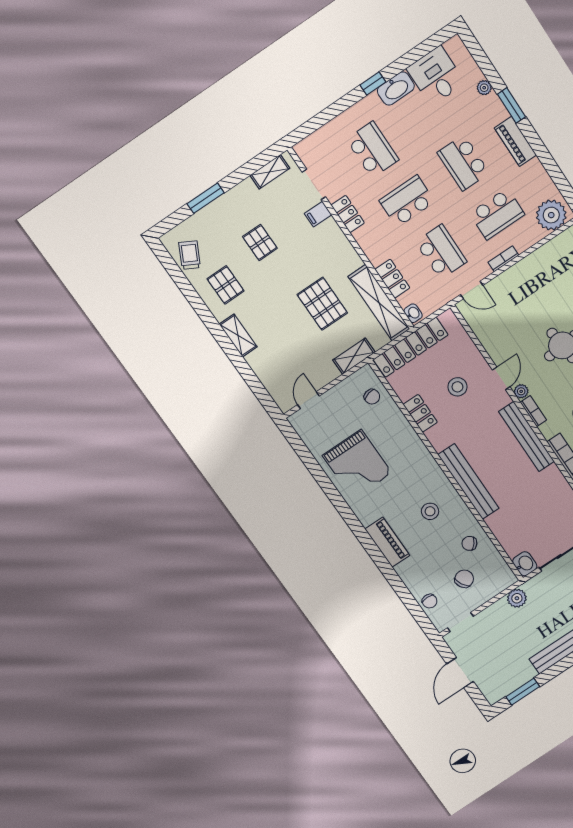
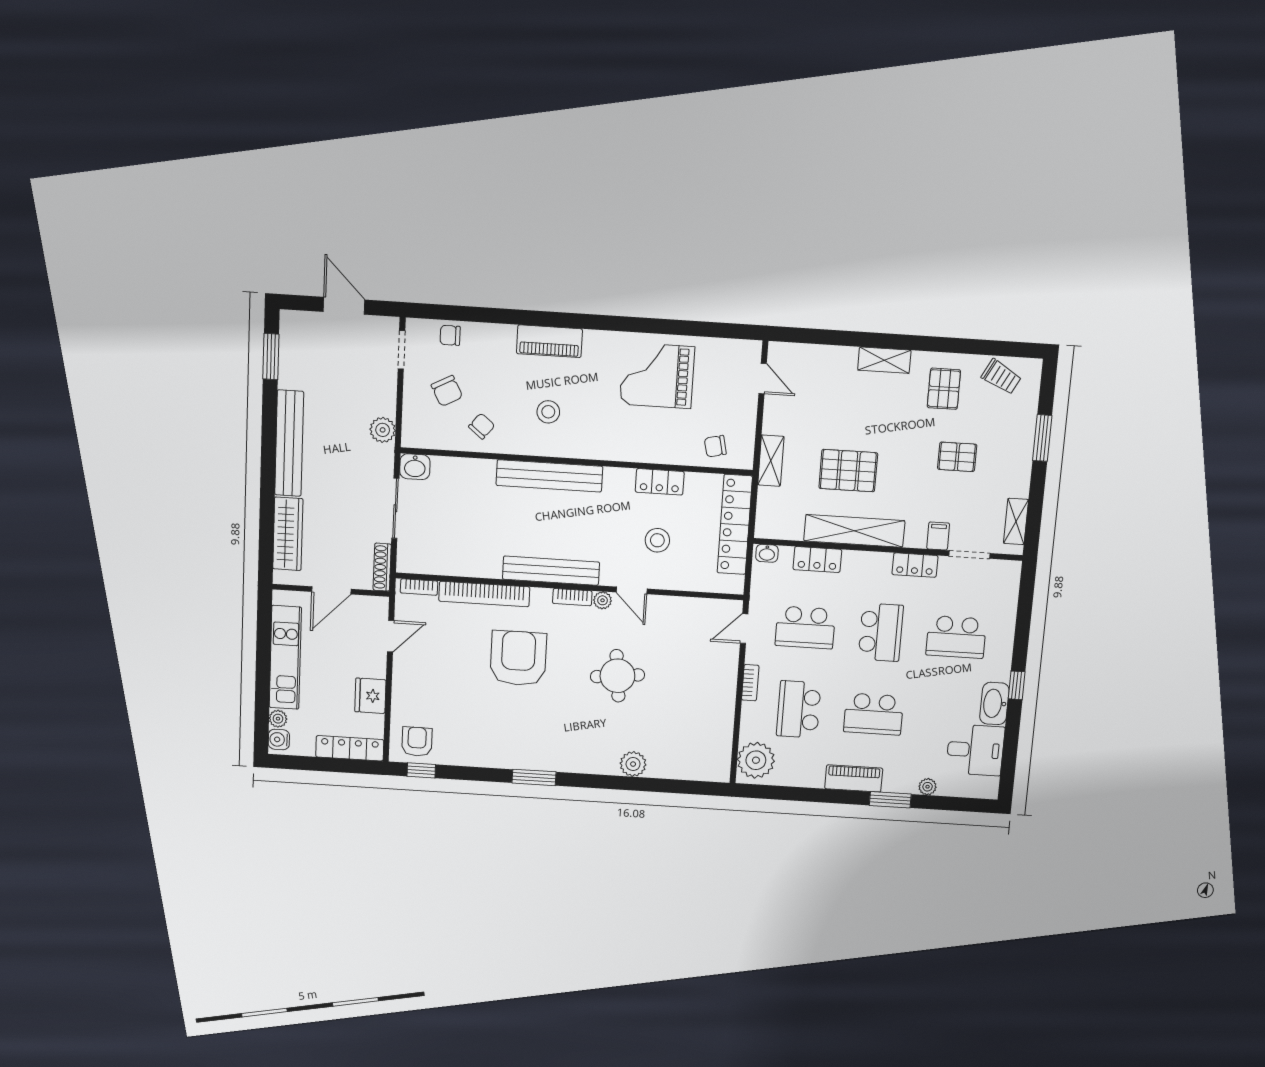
school desk: (463, 163) -> (874, 714), turned 180
pallet: (226, 285) -> (944, 389), turned 90
shelving: (379, 303) -> (854, 531), moved

